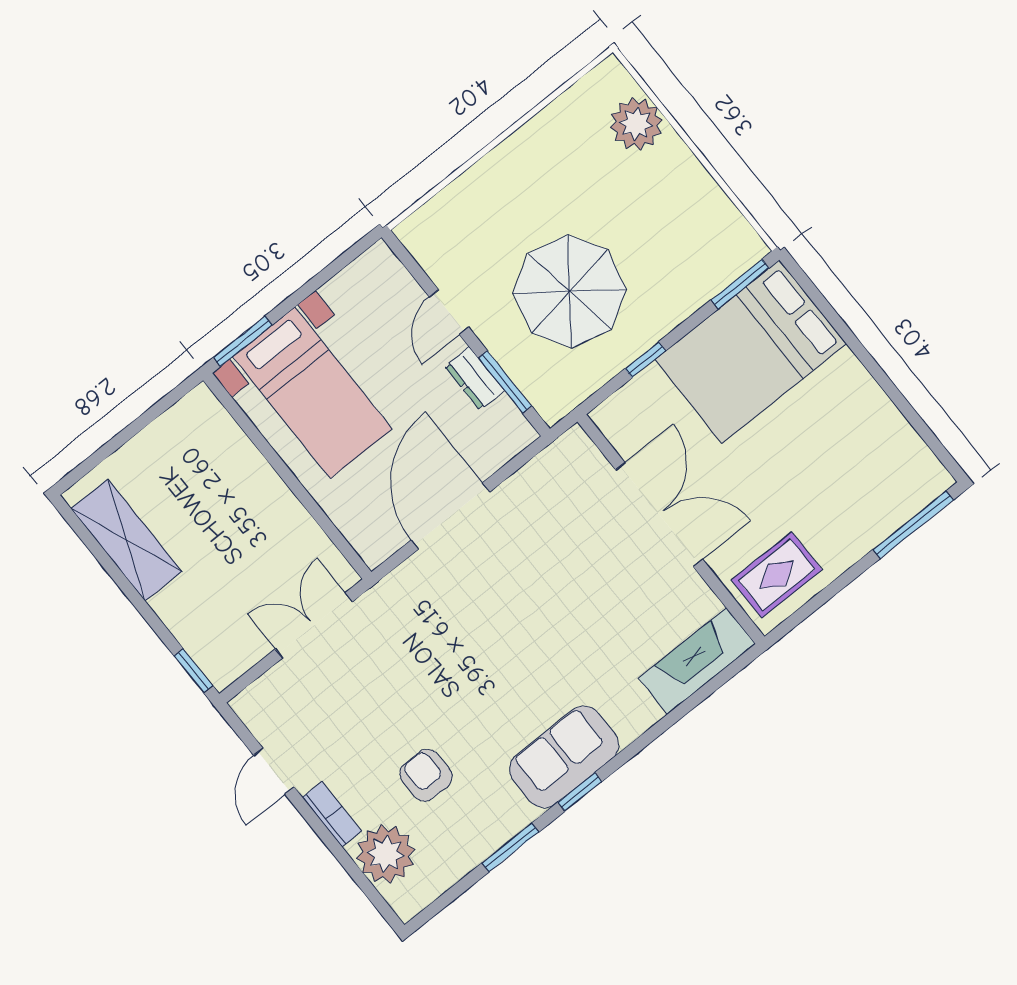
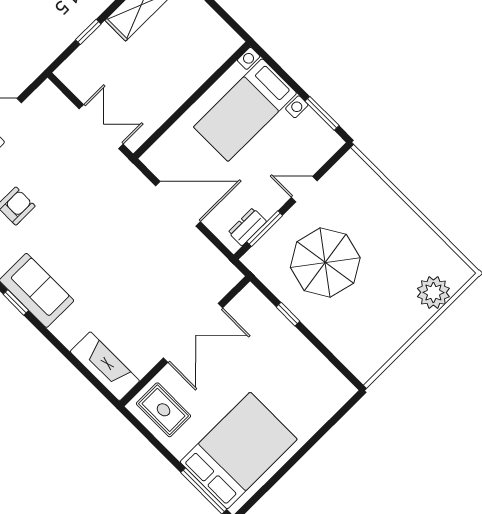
window: (740, 284) -> (341, 368), removed
window: (243, 341) -> (322, 113), moved
bed: (751, 352) -> (239, 451), moved, turned 90
dresser: (475, 379) -> (247, 227), moved
window: (193, 671) -> (88, 32), moved

